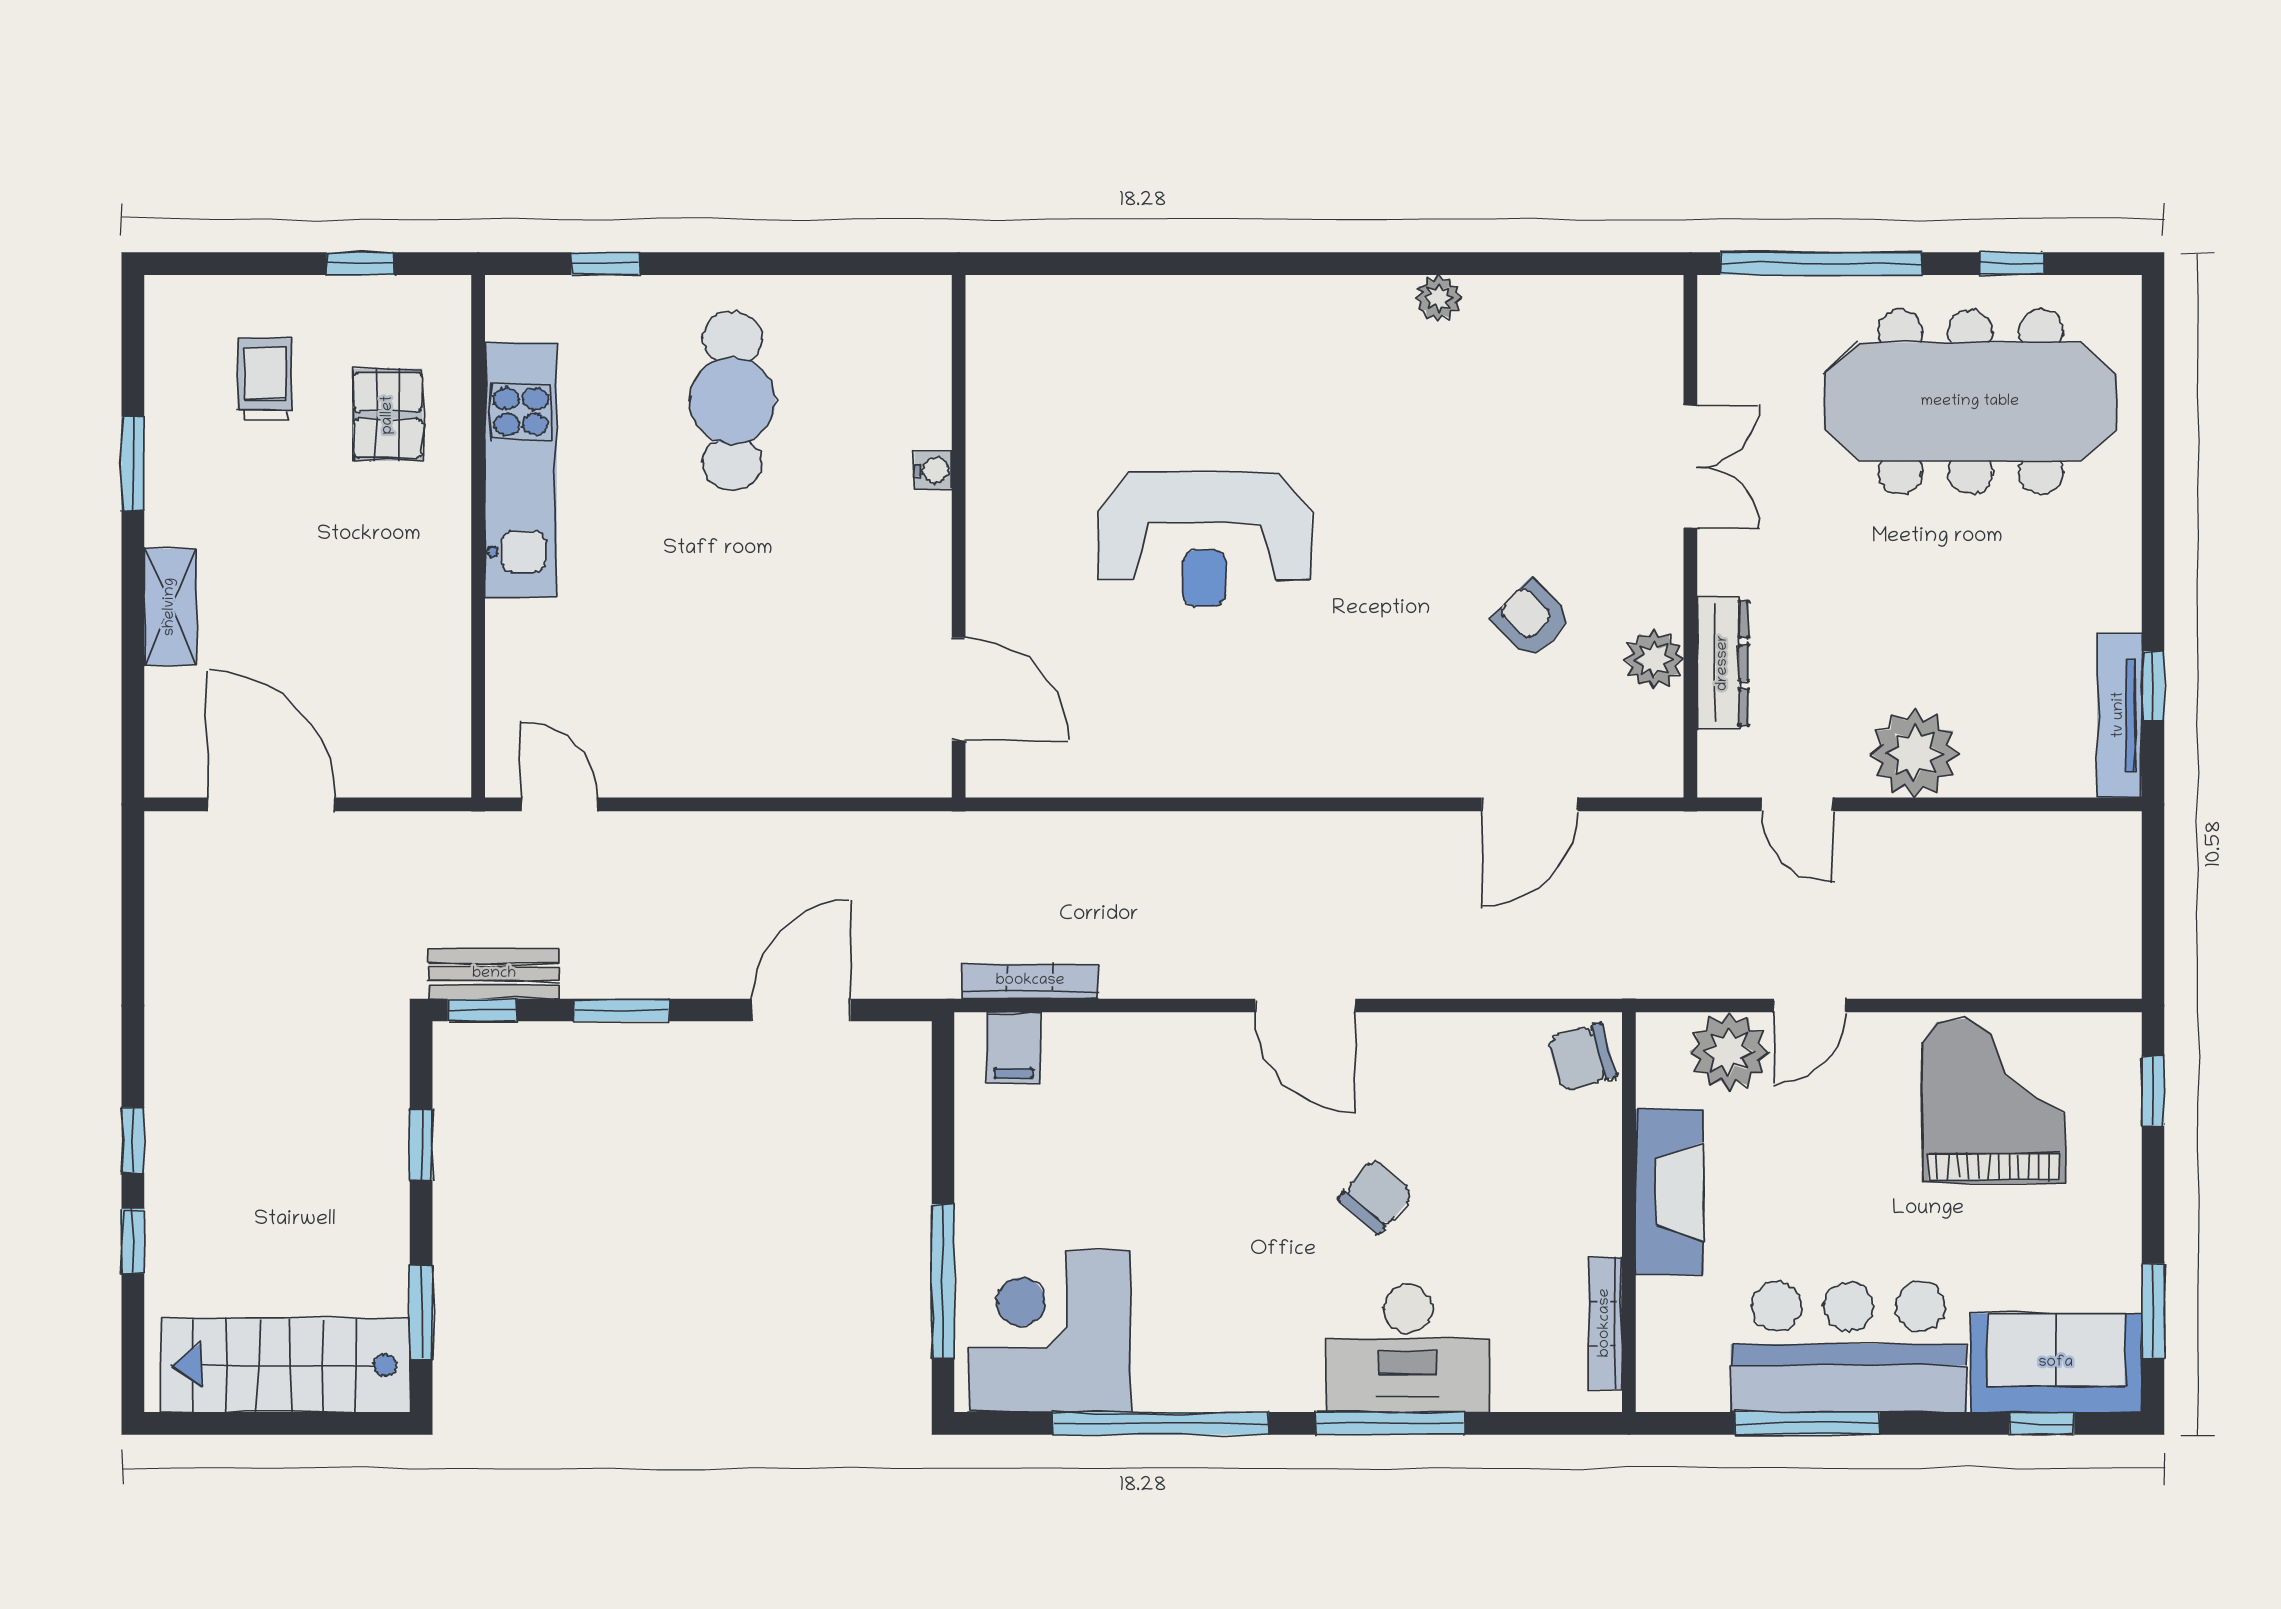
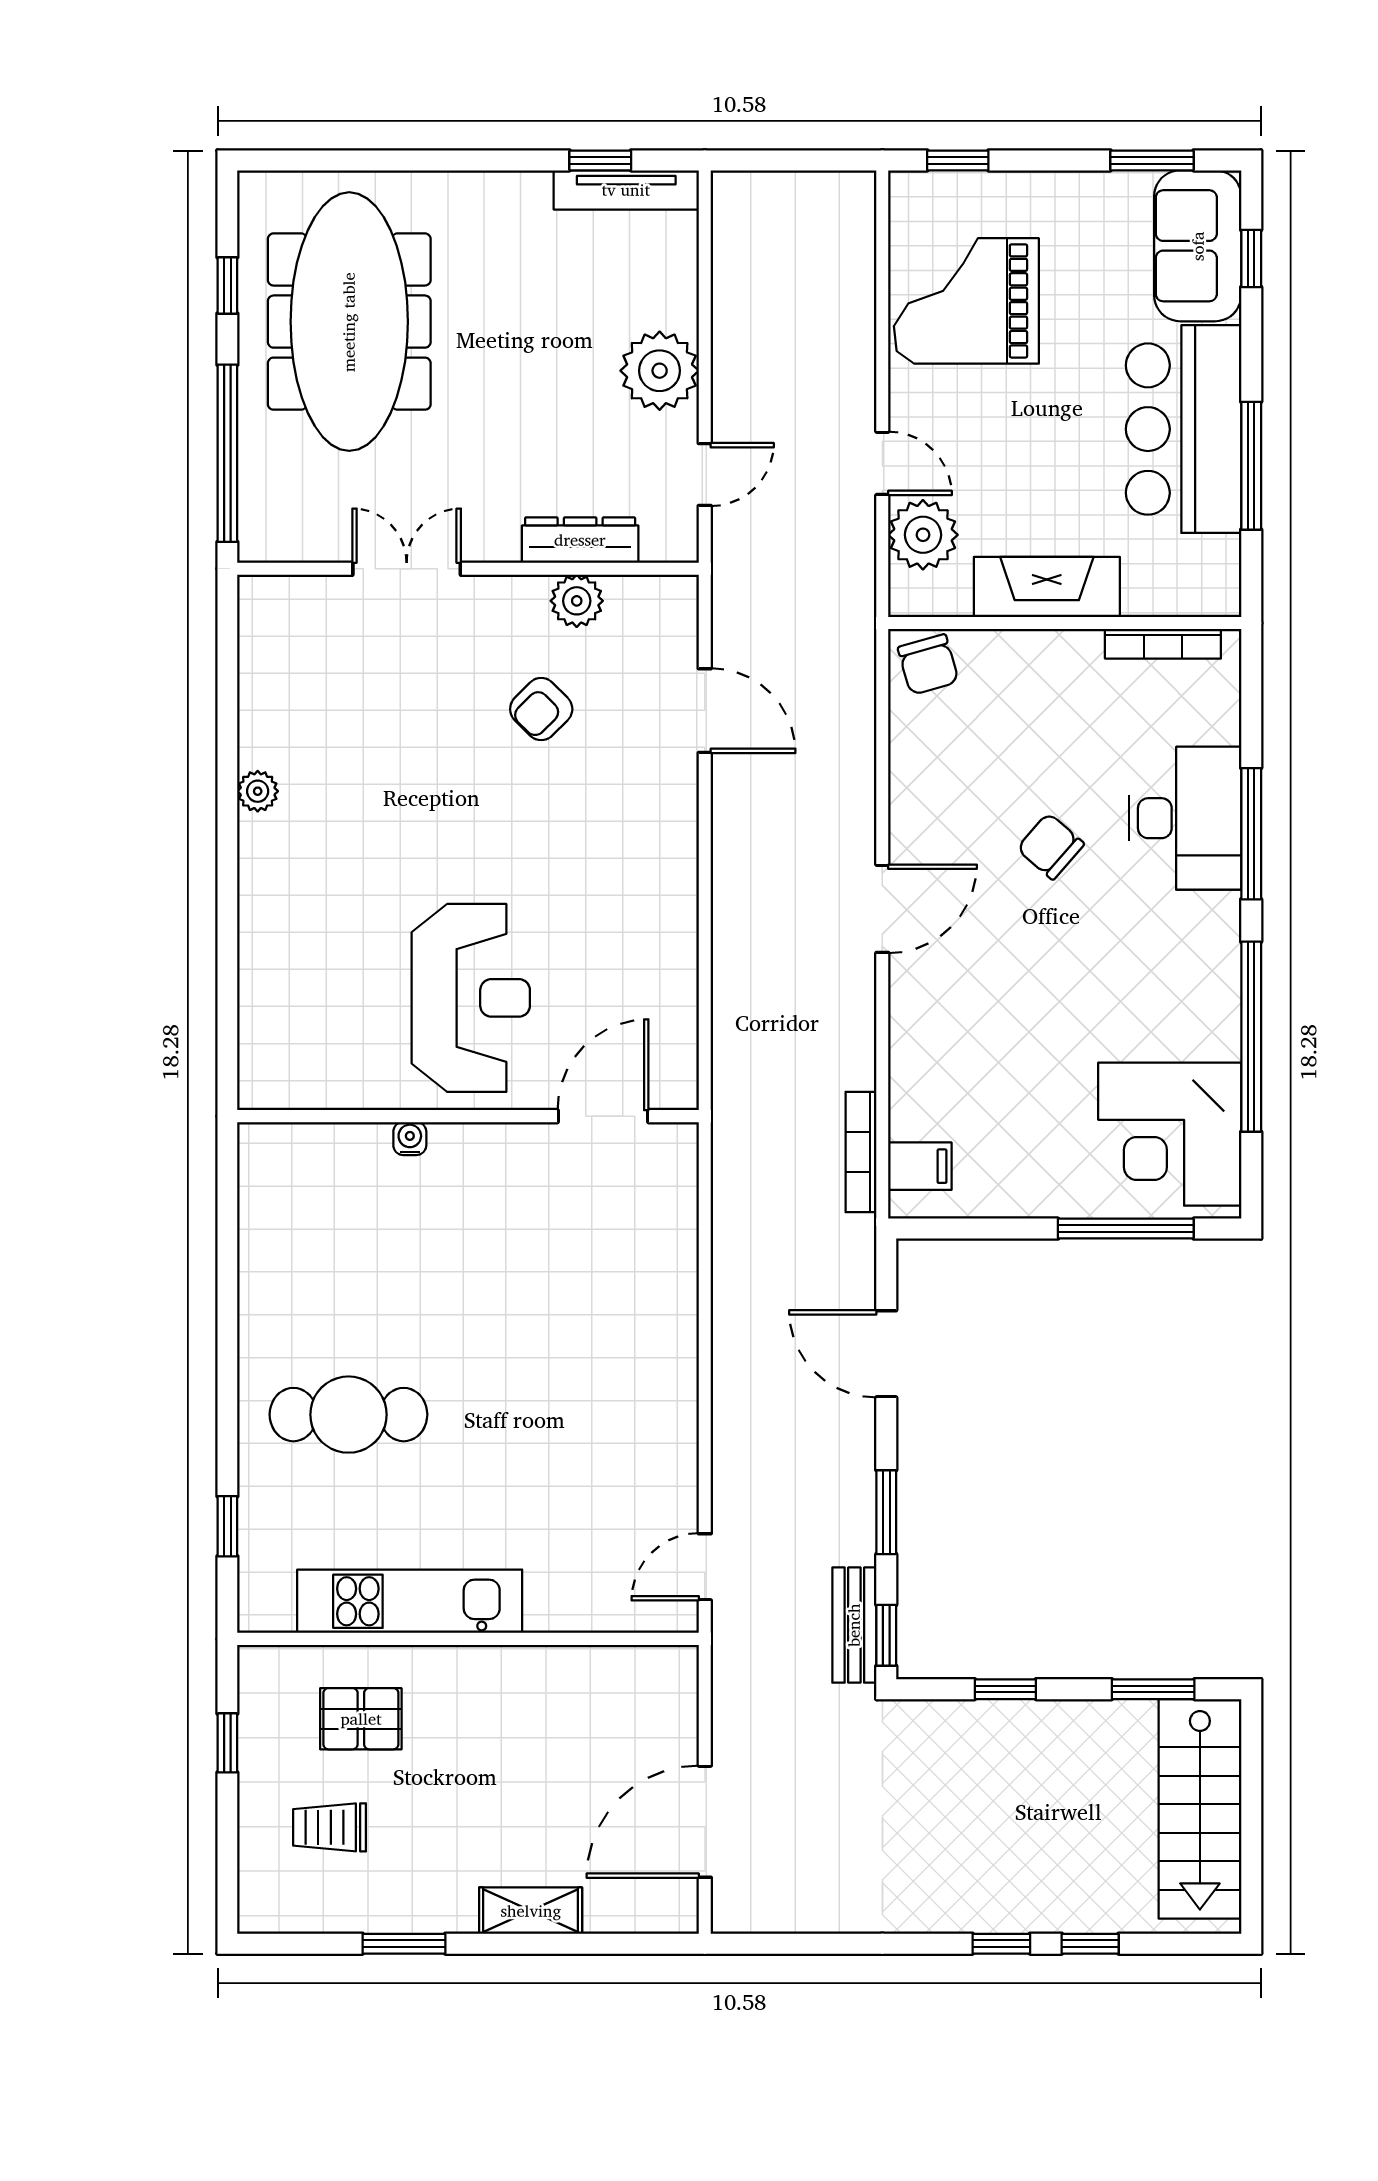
water cooler: (933, 470) -> (410, 1139), moved
wall: (959, 536) -> (468, 1116), moved
door: (959, 689) -> (603, 1116), moved

